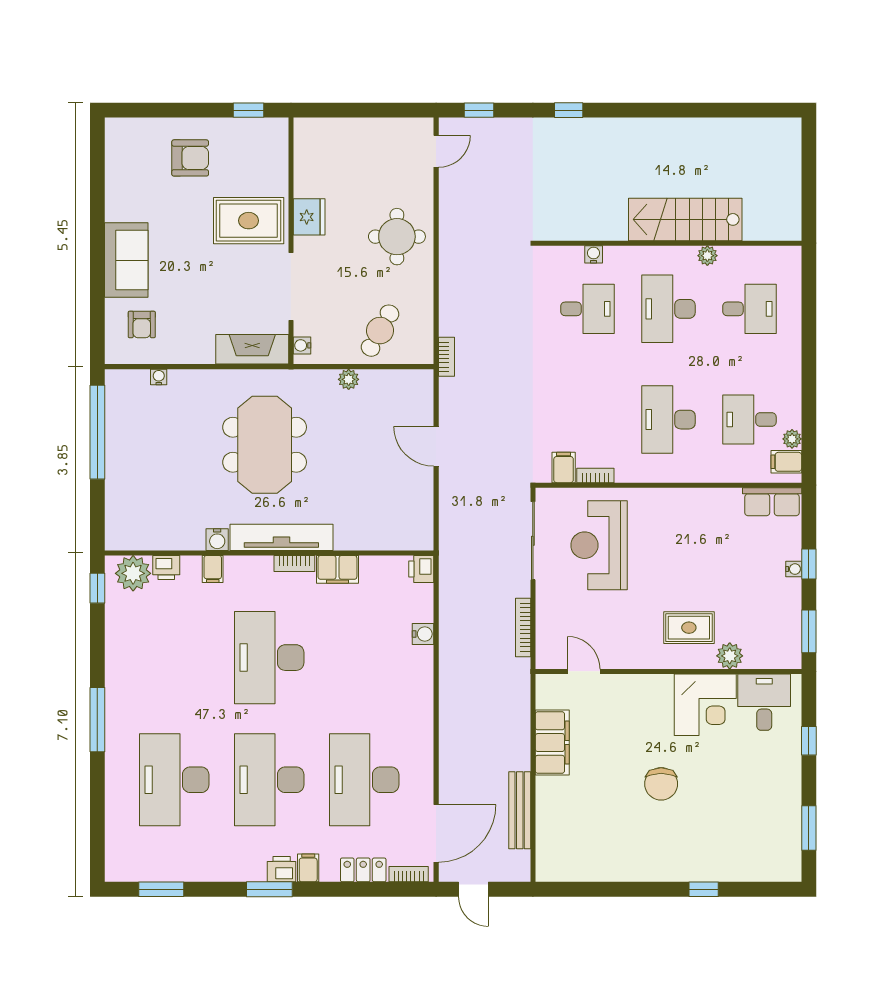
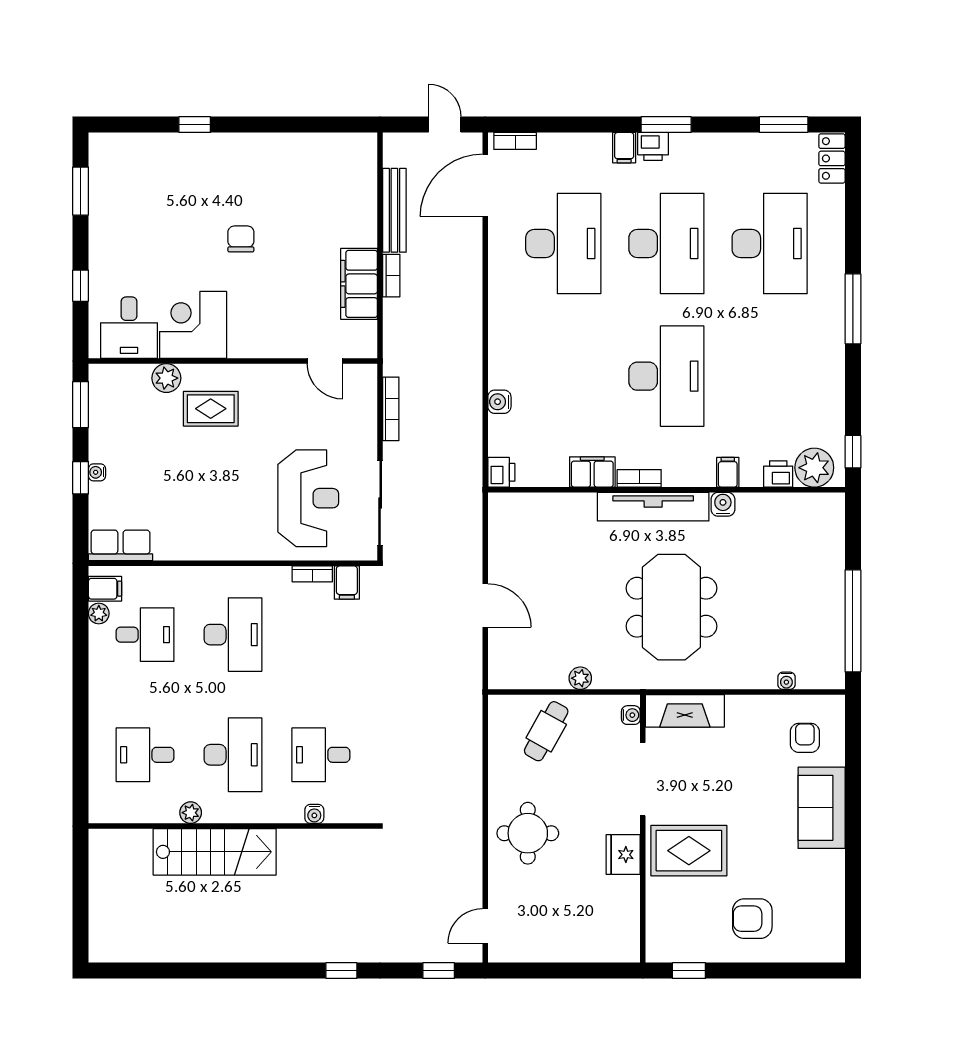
bookcase: (446, 357) -> (391, 276), moved, turned 180
chair: (661, 784) -> (241, 239), width x0.73, depth x0.73
locker: (363, 870) -> (832, 158), moved, turned 90

